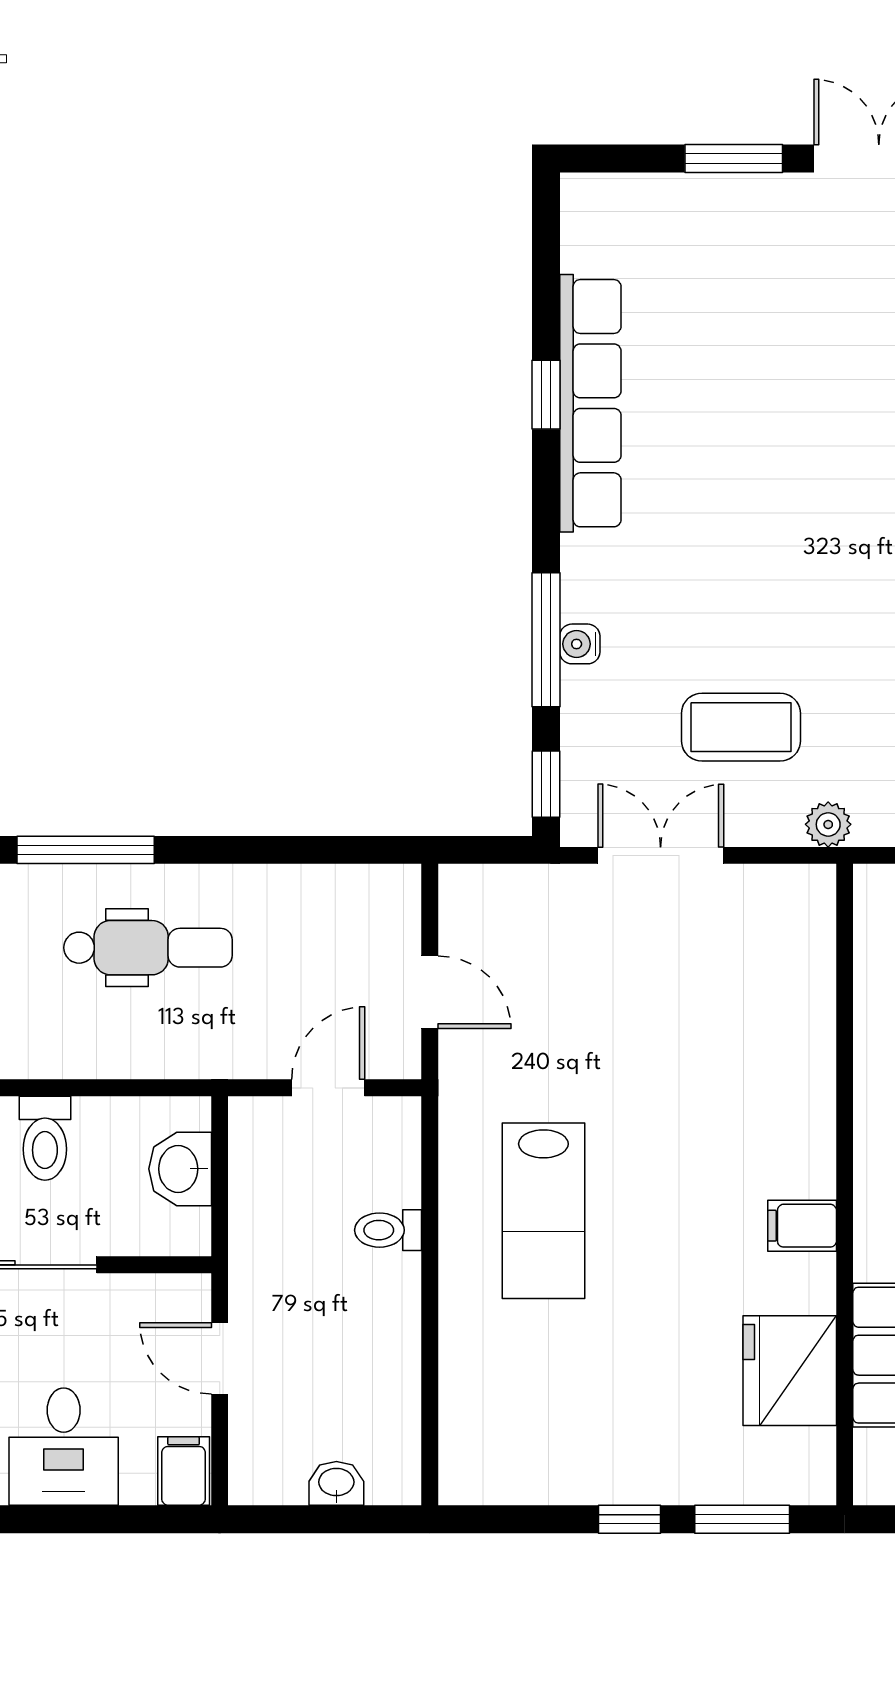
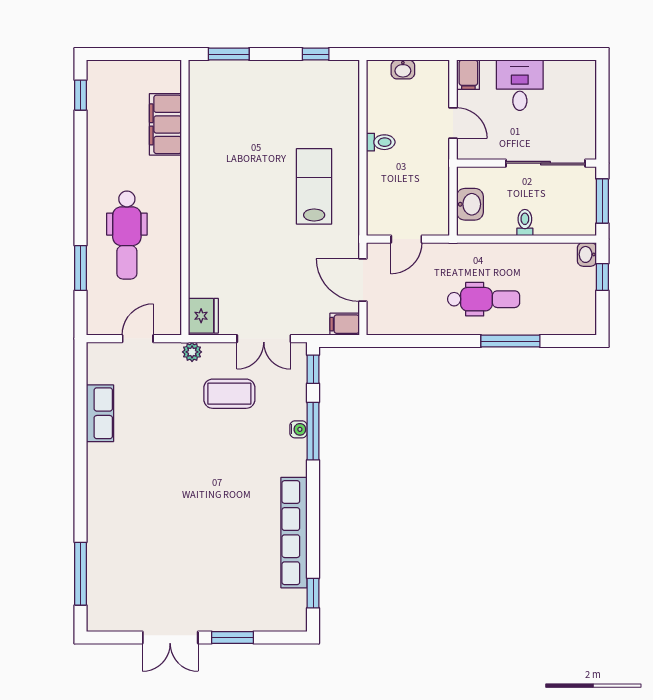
window: (546, 395) -> (313, 593), moved
dental chair: (148, 948) -> (484, 299), turned 180
door: (430, 992) -> (363, 280), width x1.37
toilet: (45, 1138) -> (525, 222), width x0.73, depth x0.72
filing cabinet: (802, 1226) -> (345, 324), moved, turned 180
toilet: (388, 1230) -> (381, 142), moved
fridge: (790, 1371) -> (203, 316), moved, width x0.73, depth x0.75
window: (630, 1519) -> (316, 54), moved

